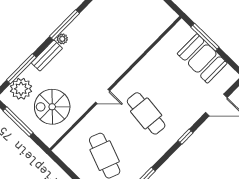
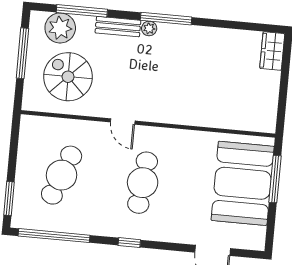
booth: (202, 58) -> (243, 183), width x1.36, depth x1.42
window: (185, 137) -> (129, 243), moved

